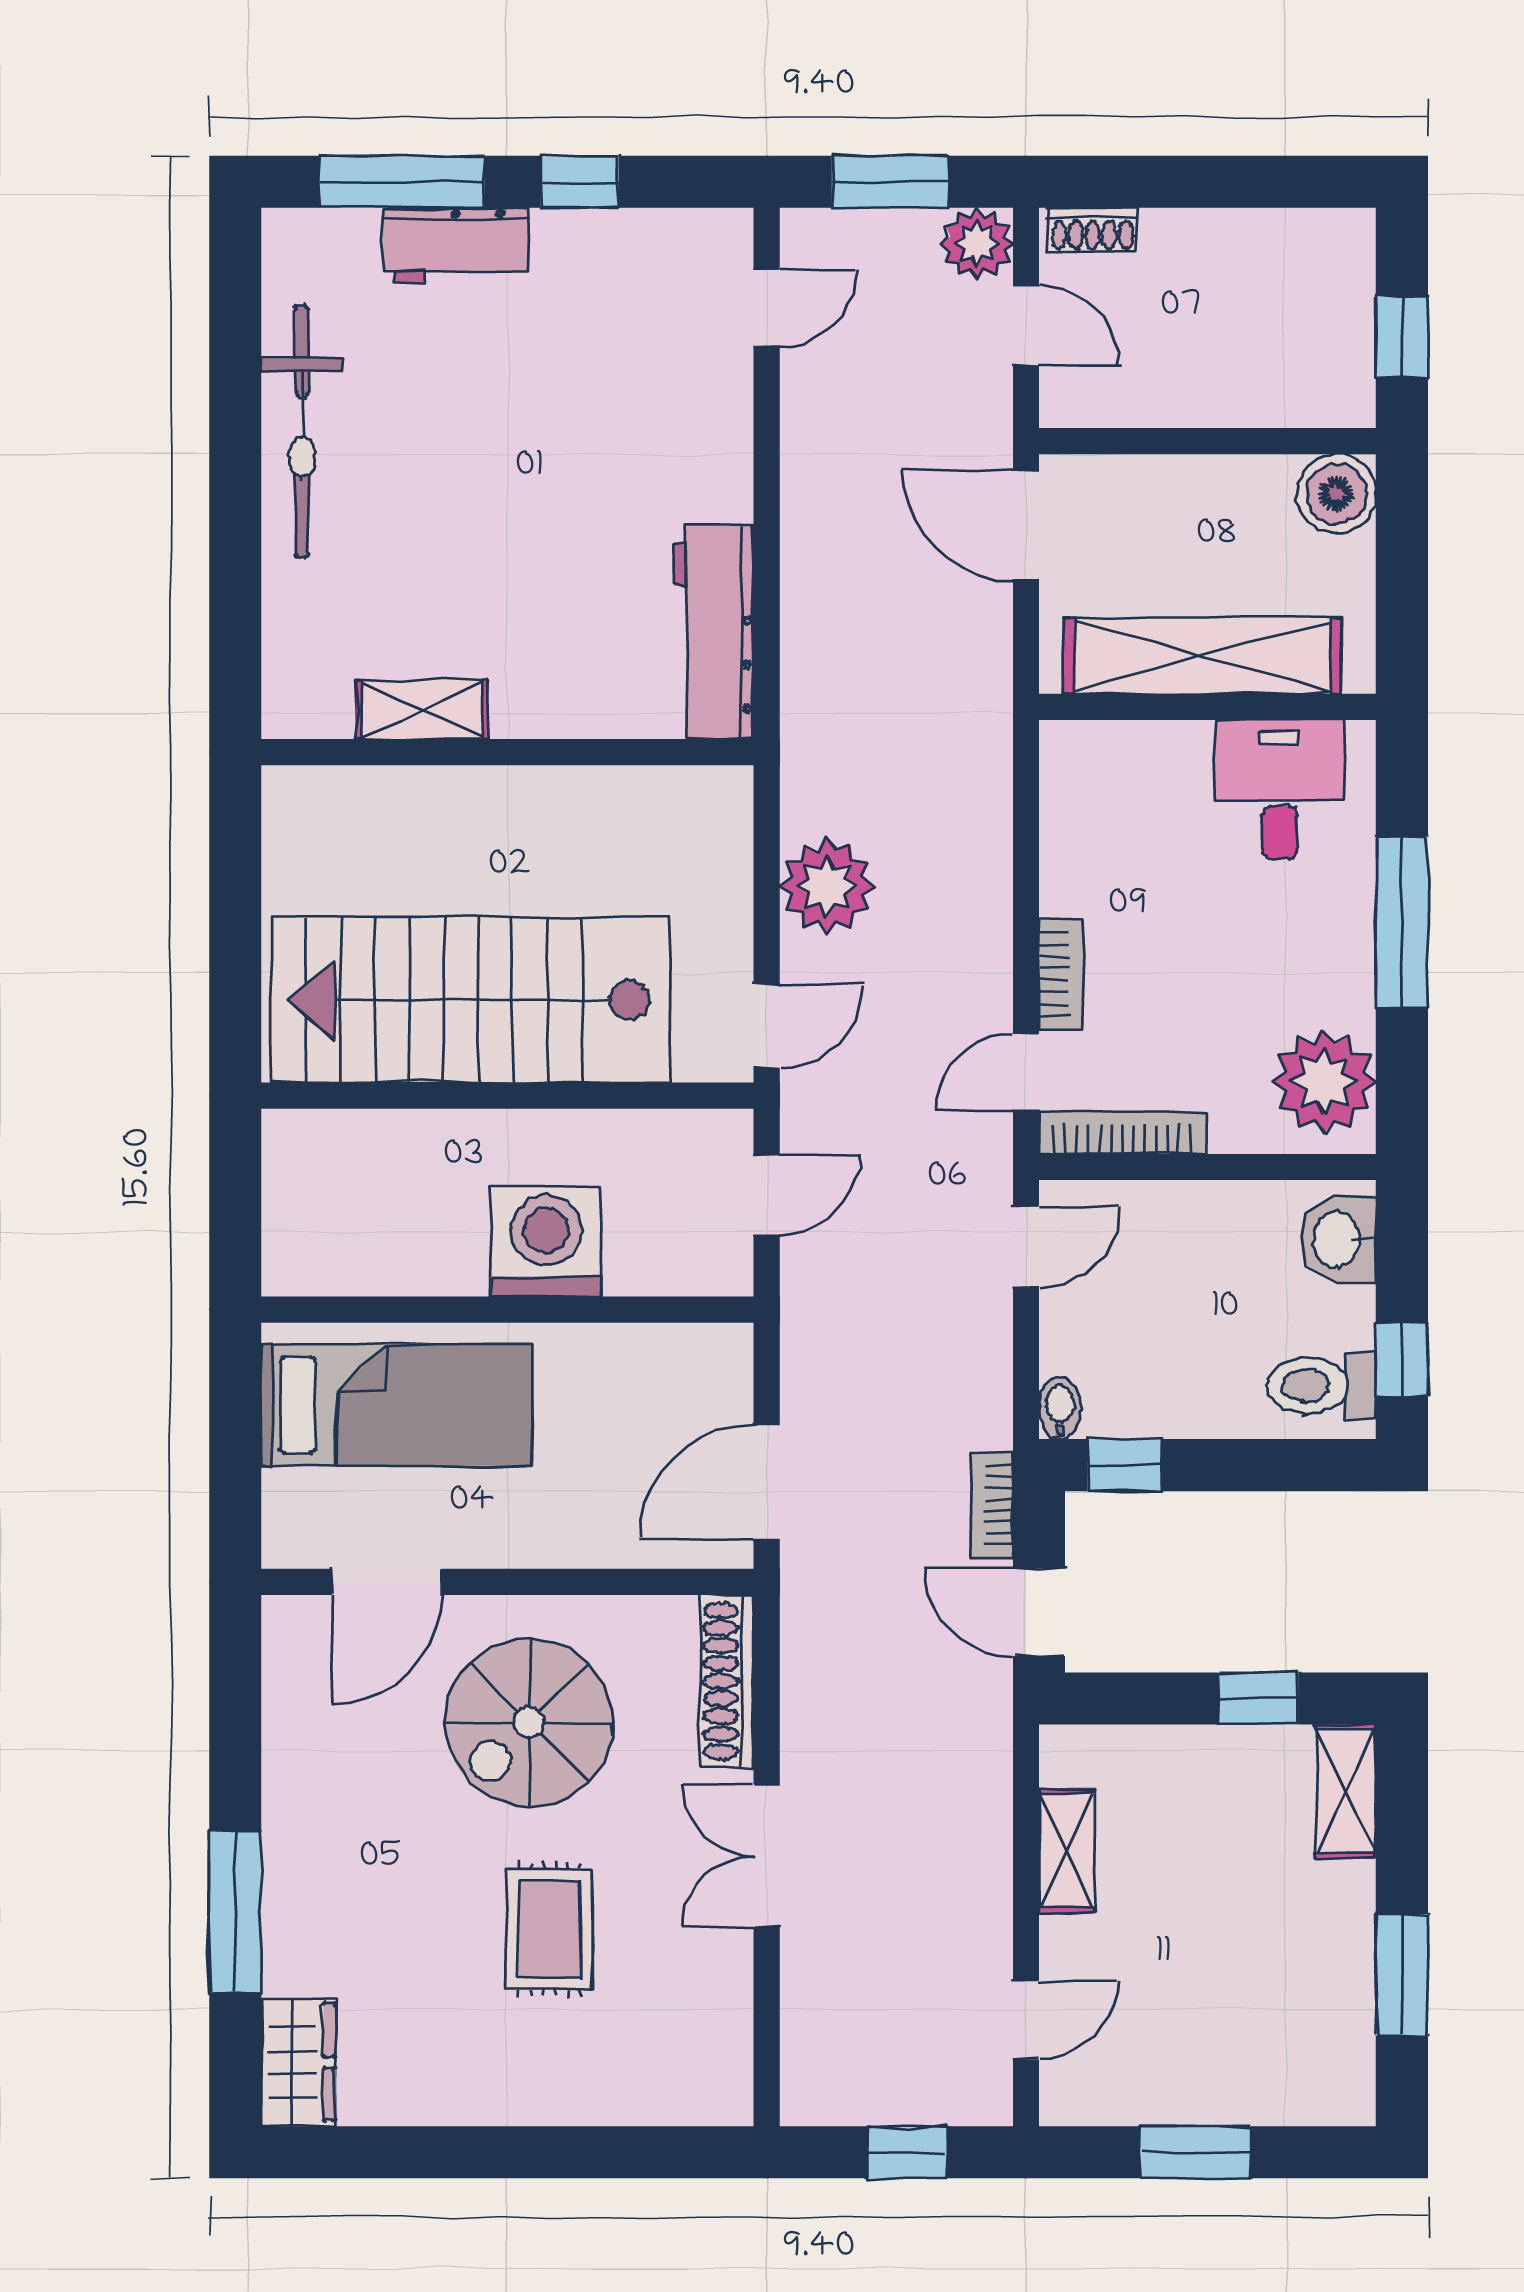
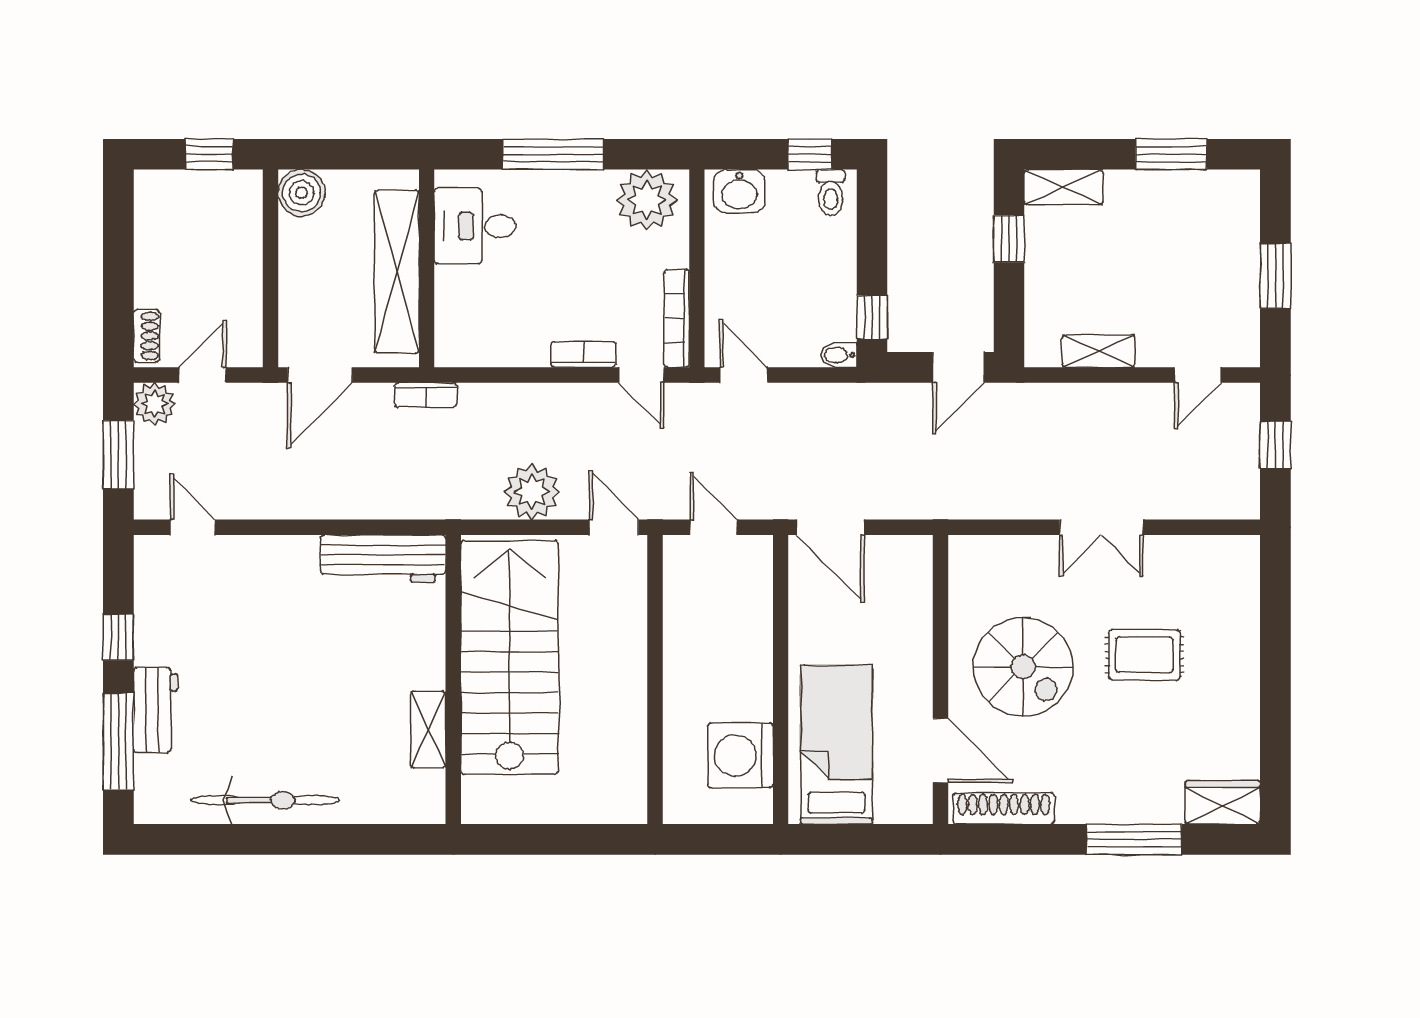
stairs: (470, 1000) -> (510, 657), moved, turned 180
washing machine: (546, 1241) -> (740, 755), moved
toilet: (1321, 1386) -> (831, 193), width x0.73, depth x0.72
door: (767, 1482) -> (830, 527), moved
bookcase: (992, 1505) -> (426, 395), moved
shoe rack: (727, 1681) -> (1004, 809), moved, turned 180
door: (1026, 2020) -> (1198, 375), swing flipped

